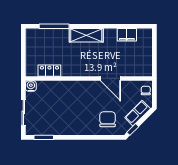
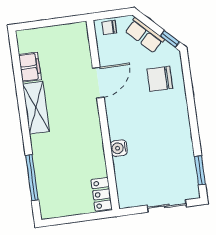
shelving: (86, 35) -> (36, 108), moved
locker: (49, 71) -> (102, 194), moved
water cooler: (31, 86) -> (119, 148), moved

